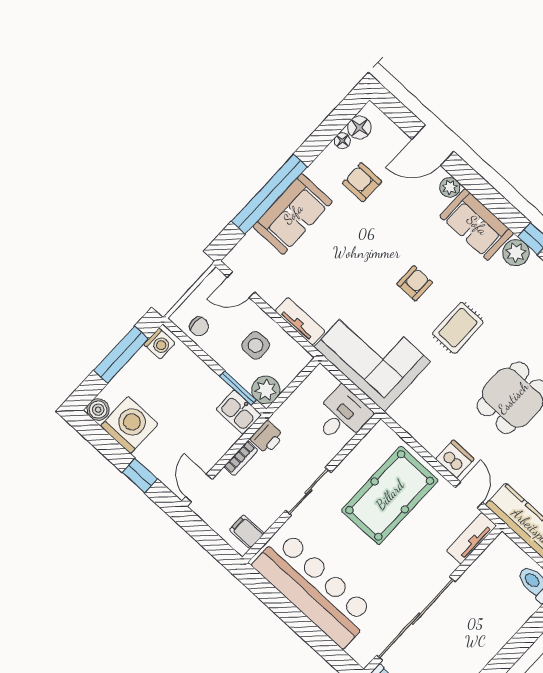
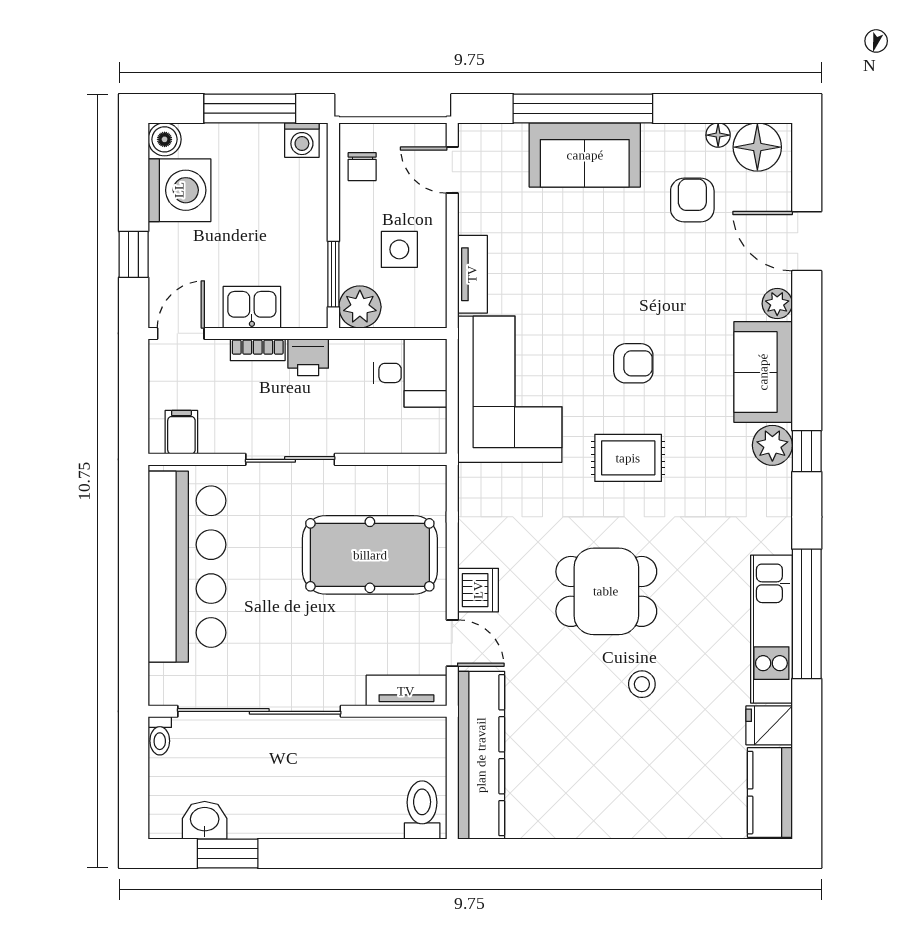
floor lamp: (359, 127) -> (757, 147), width x1.38, depth x1.38
kitchen sink: (239, 412) -> (252, 307), moved, turned 90
desk: (342, 415) -> (410, 373), moved
door: (469, 495) -> (452, 643), hinge flipped

